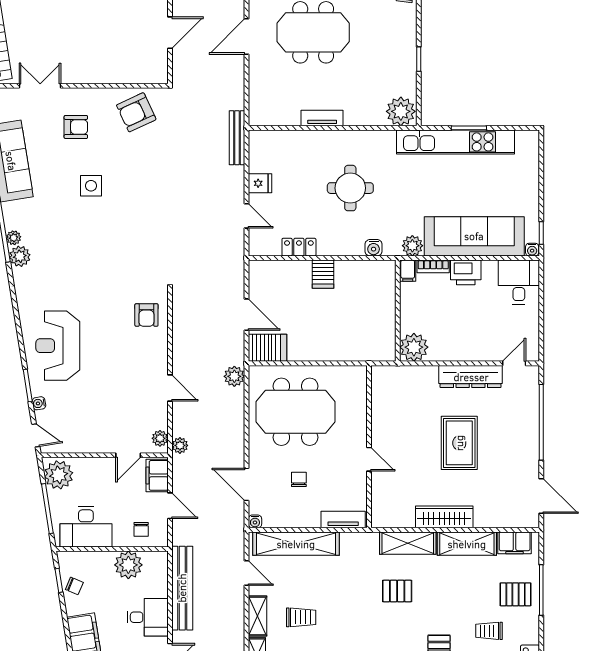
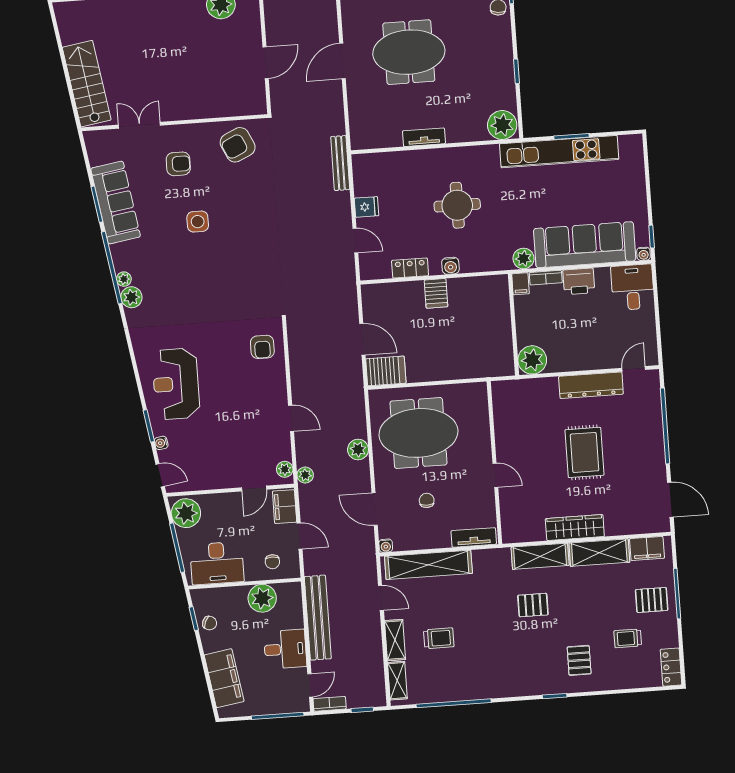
water cooler: (374, 248) -> (450, 266), moved
plant: (234, 376) -> (358, 450), moved

